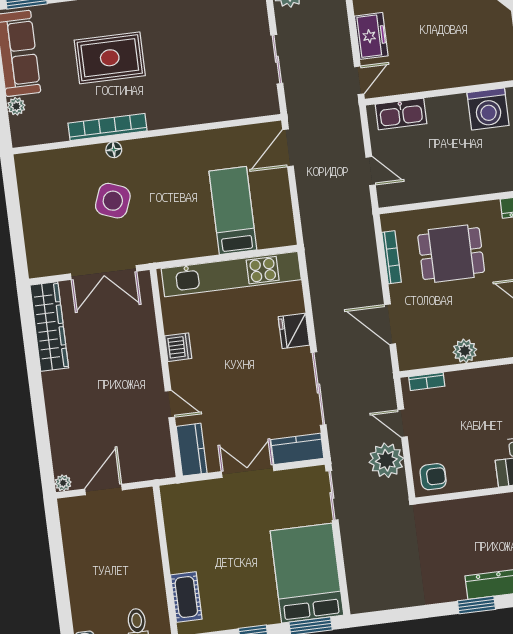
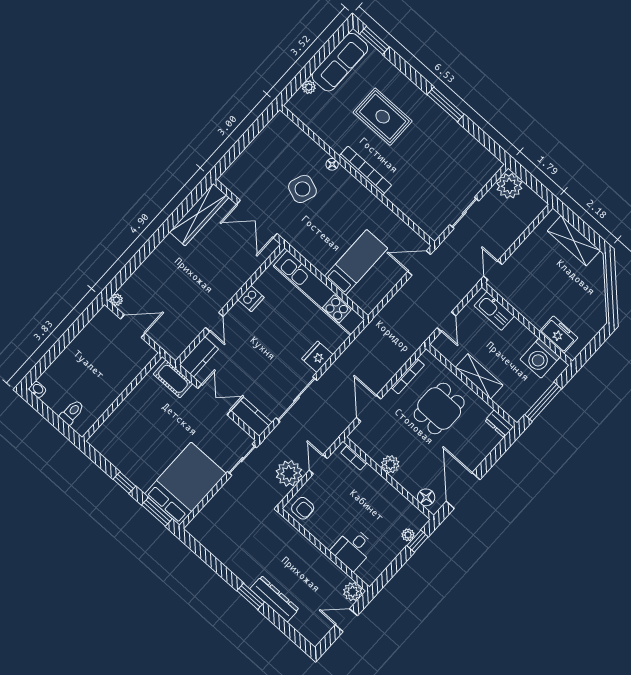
freezer: (371, 36) -> (559, 335), moved, turned -90
door: (359, 80) -> (493, 270), swing flipped
bookcase: (107, 127) -> (365, 171), moved
shelving: (454, 186) -> (479, 376), added
dining table: (451, 254) -> (439, 408), turned 90
cot: (186, 597) -> (173, 379), moved, turned 90

